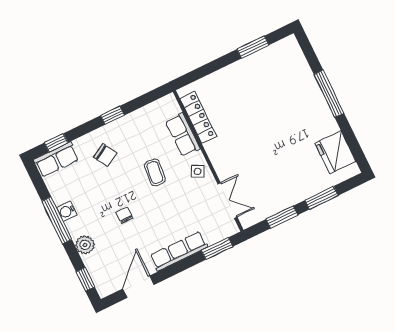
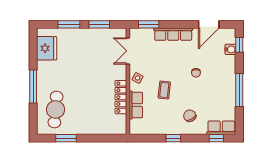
cafe table: (285, 78) -> (56, 109), added
locker: (198, 117) -> (121, 97), moved
water cooler: (67, 211) -> (230, 49), moved
plant: (85, 245) -> (229, 66), removed

